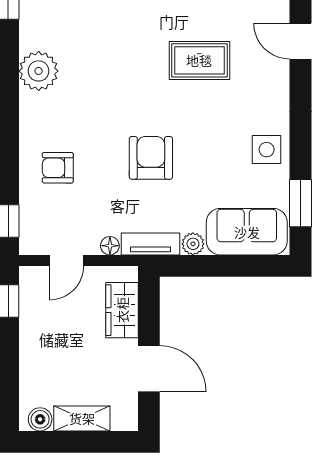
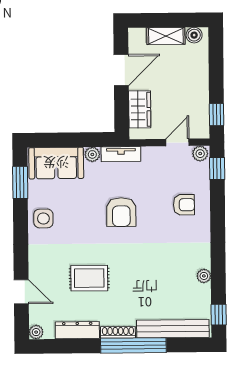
plant: (39, 71) -> (204, 276), width x0.53, depth x0.53
plant: (33, 243) -> (200, 154), added
floor lamp: (110, 246) -> (148, 153), removed
door: (149, 369) -> (121, 70), swing flipped

